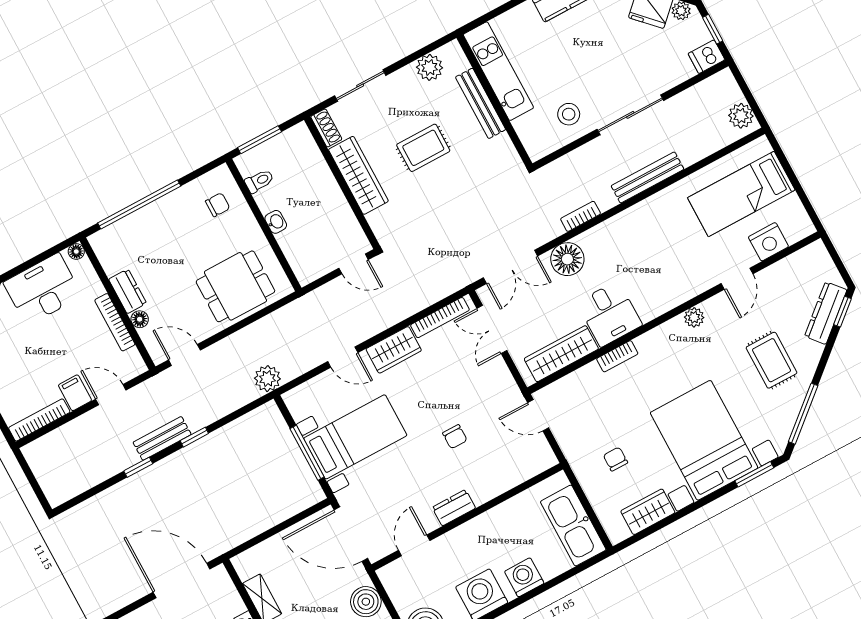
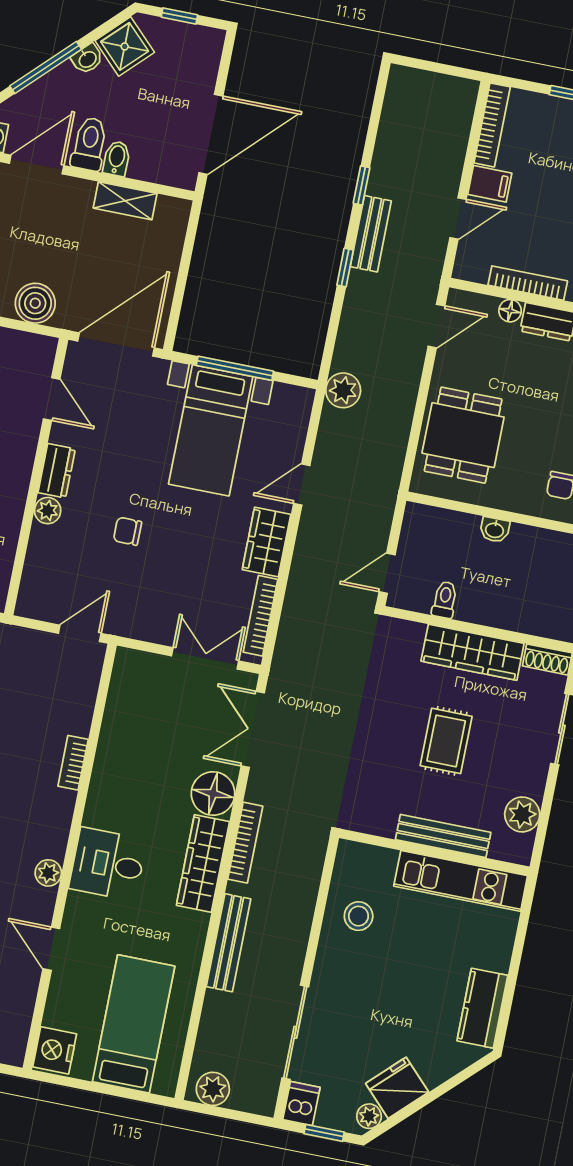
sliding door: (630, 115) -> (295, 1032), moved
toilet: (259, 181) -> (445, 600), moved, turned 180
bookcase: (581, 216) -> (245, 843), width x1.56
nightstand: (768, 242) -> (55, 1050), moved
desk: (609, 314) -> (108, 864), moved
wardrobe: (561, 354) -> (203, 863), moved, turned 180
plant: (482, 494) -> (48, 511), added

